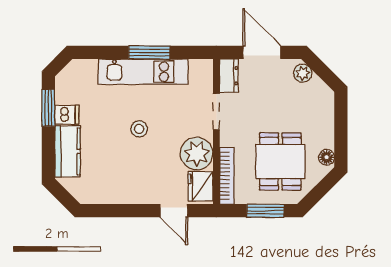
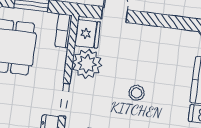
bookcase: (227, 176) -> (63, 31), width x0.64

